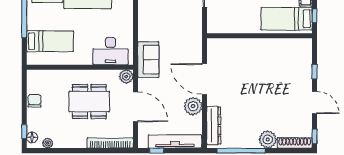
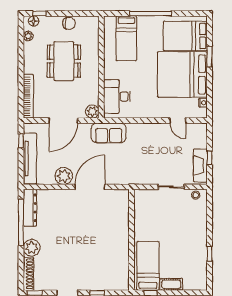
dining table: (89, 102) -> (64, 61), moved
dresser: (214, 126) -> (30, 208), moved, turned -90

